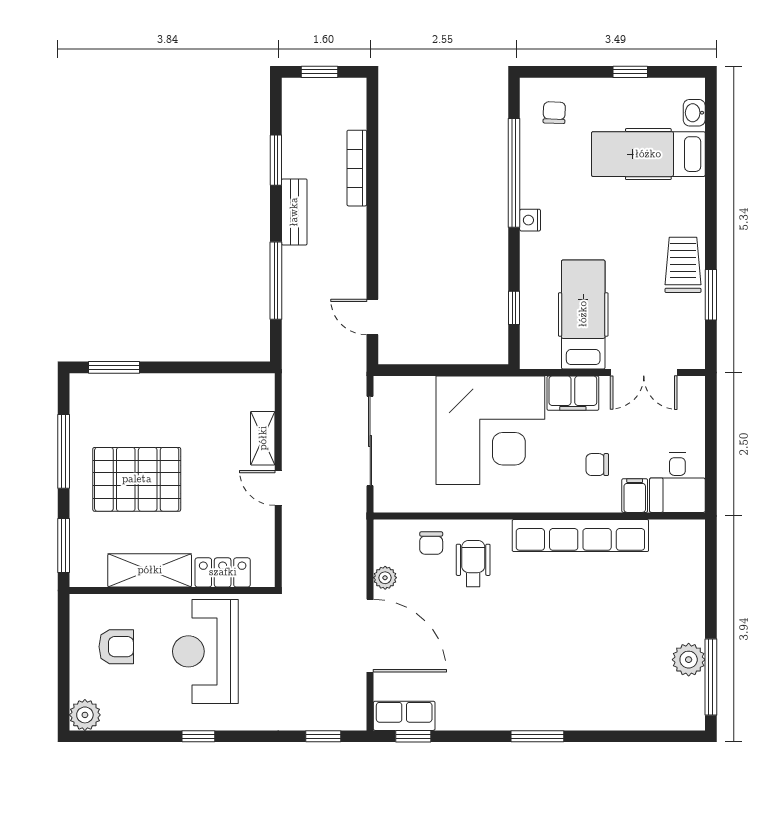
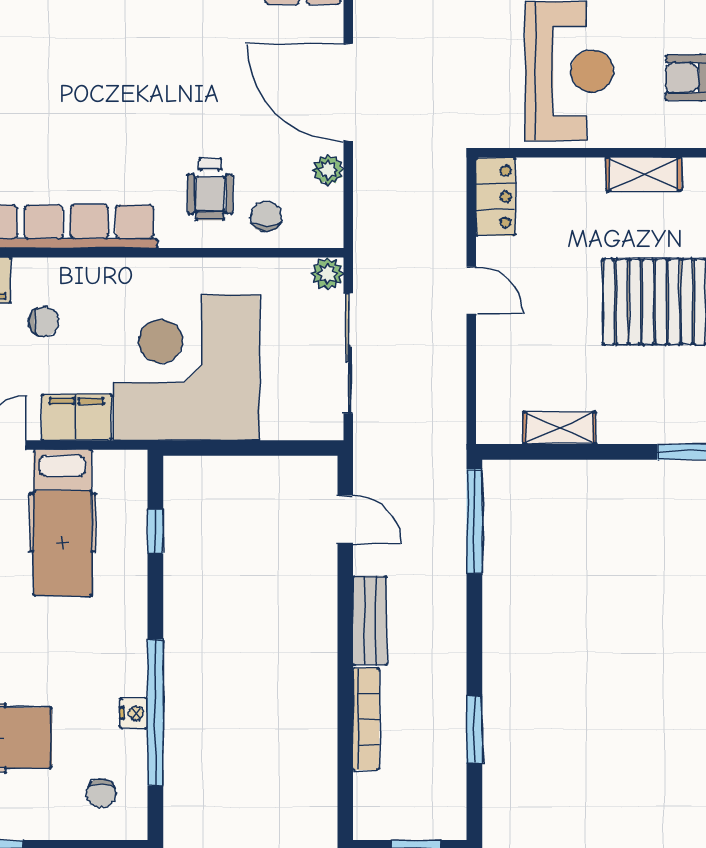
bench: (294, 212) -> (370, 621), moved
nightstand: (530, 220) -> (134, 713), moved
window: (276, 281) -> (474, 521), moved
shelving: (263, 438) -> (559, 428), moved, turned 90
plant: (386, 500) -> (327, 274), added
shelving: (150, 570) -> (644, 174), width x0.67, depth x0.75
locker: (223, 572) -> (496, 197), moved, turned -90

